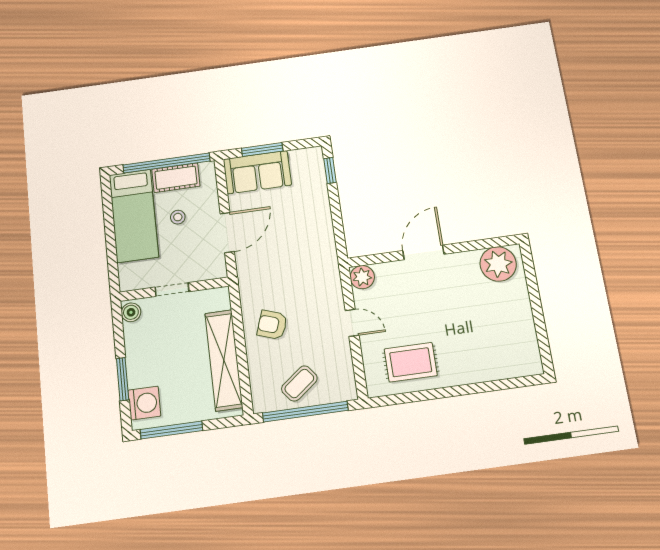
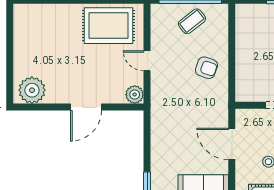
door: (227, 233) -> (232, 144), hinge flipped
shelving: (224, 360) -> (245, 46), removed
rug: (411, 362) -> (108, 26), width x1.36, depth x1.43

